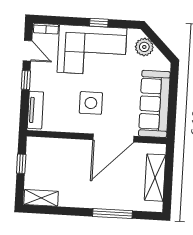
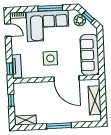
window: (99, 23) -> (50, 8), width x2.17
window: (158, 43) -> (88, 17), added
window: (26, 80) -> (10, 69), moved
door: (113, 138) -> (66, 79), hinge flipped
window: (112, 214) -> (59, 126), moved

